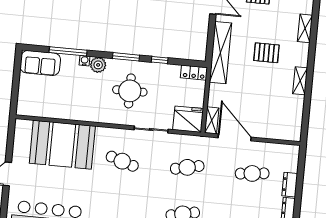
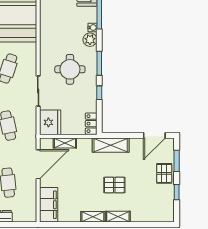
shelving: (305, 28) -> (118, 217), moved
shelving: (221, 53) -> (111, 145), width x0.68
pallet: (266, 53) -> (114, 185), turned 90
shelving: (212, 120) -> (65, 143), moved
filing cabinet: (282, 130) -> (49, 205), added

